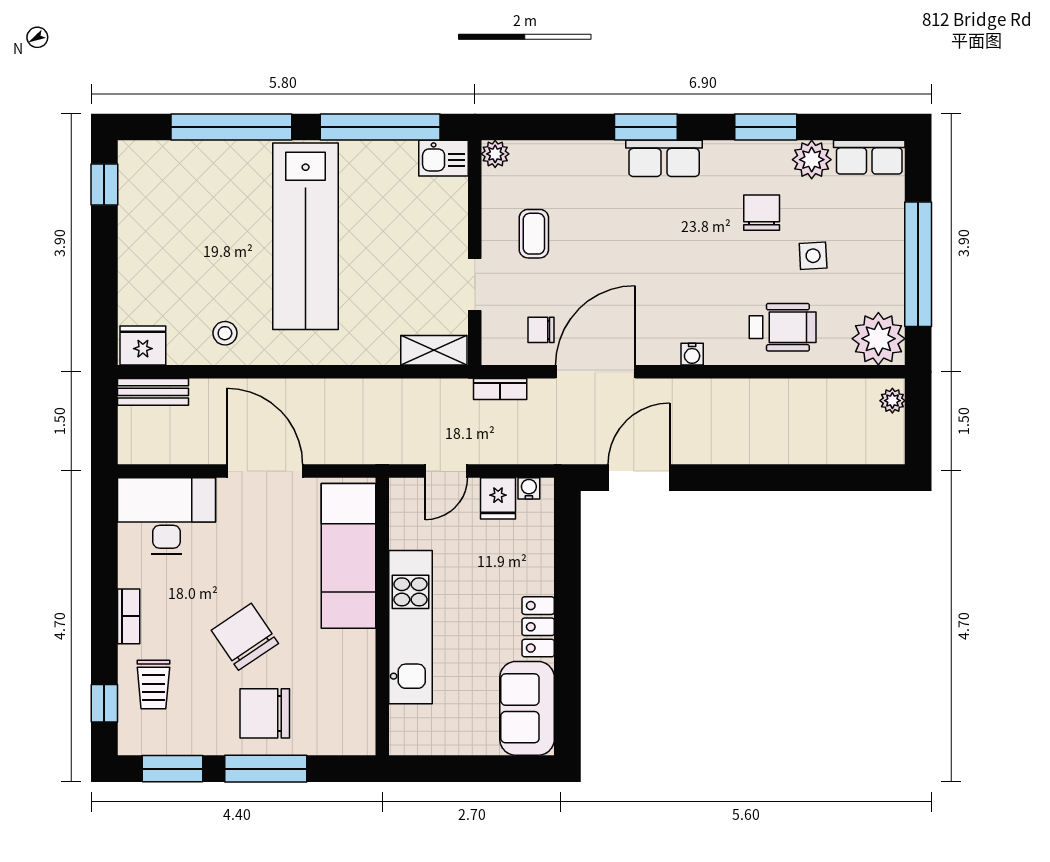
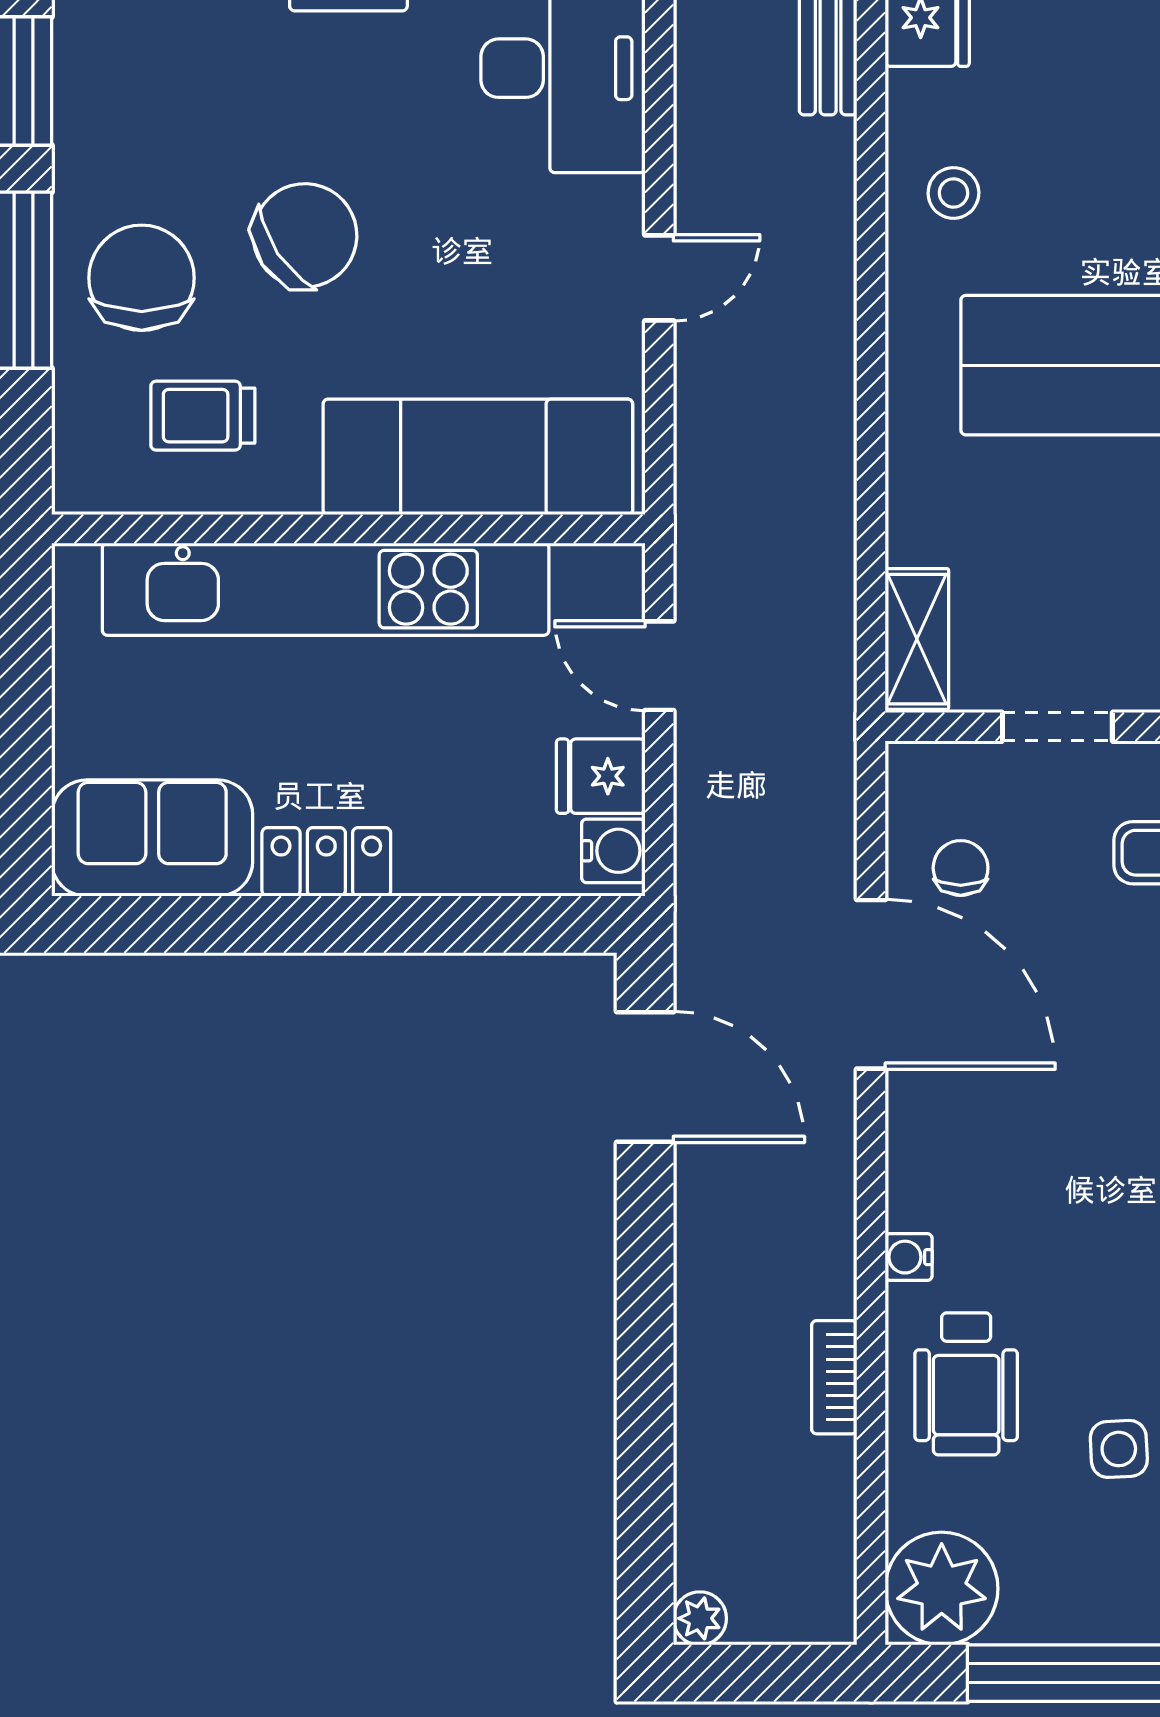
water cooler: (692, 354) -> (909, 1257), moved
bookcase: (500, 389) -> (834, 1377), moved
plant: (892, 401) -> (700, 1618), moved
door: (265, 471) -> (659, 278), width x0.53
water cooler: (529, 488) -> (613, 851), width x1.38, depth x1.38
kitchen unit: (410, 627) -> (326, 589), width x1.36
trolley: (153, 685) -> (203, 416), moved

